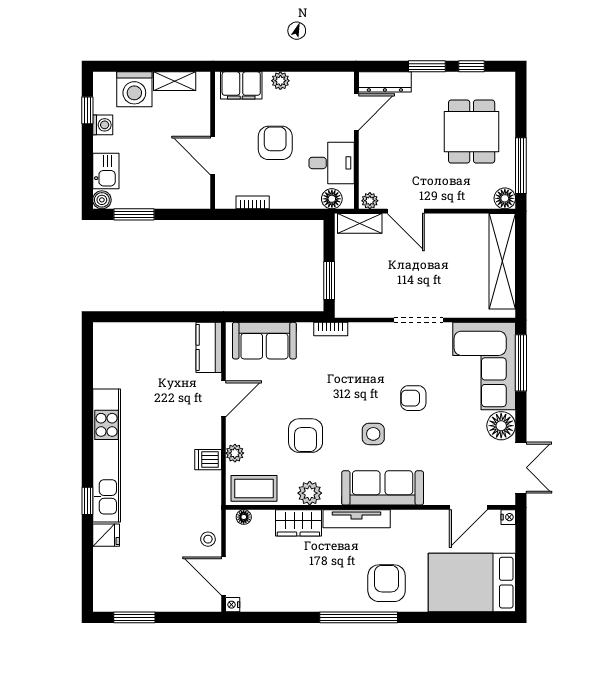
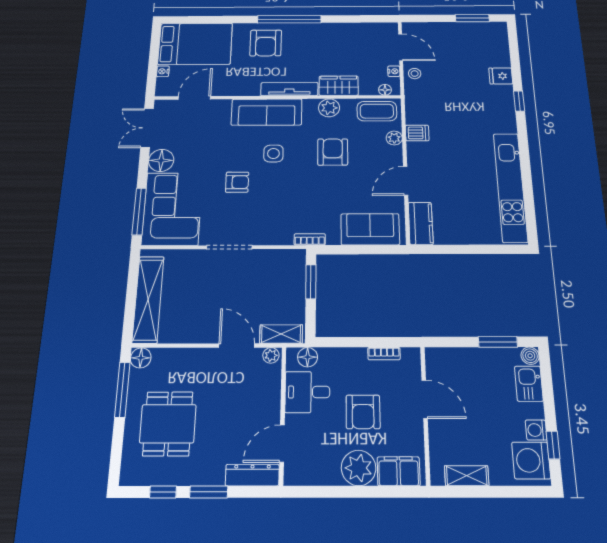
plant: (280, 81) -> (359, 468), width x1.88, depth x1.88
washing machine: (134, 89) -> (531, 460), moved, turned -90
kitchen unit: (107, 456) -> (510, 187), moved
nightstand: (508, 517) -> (163, 71), moved
nightstand: (233, 605) -> (394, 71), moved

